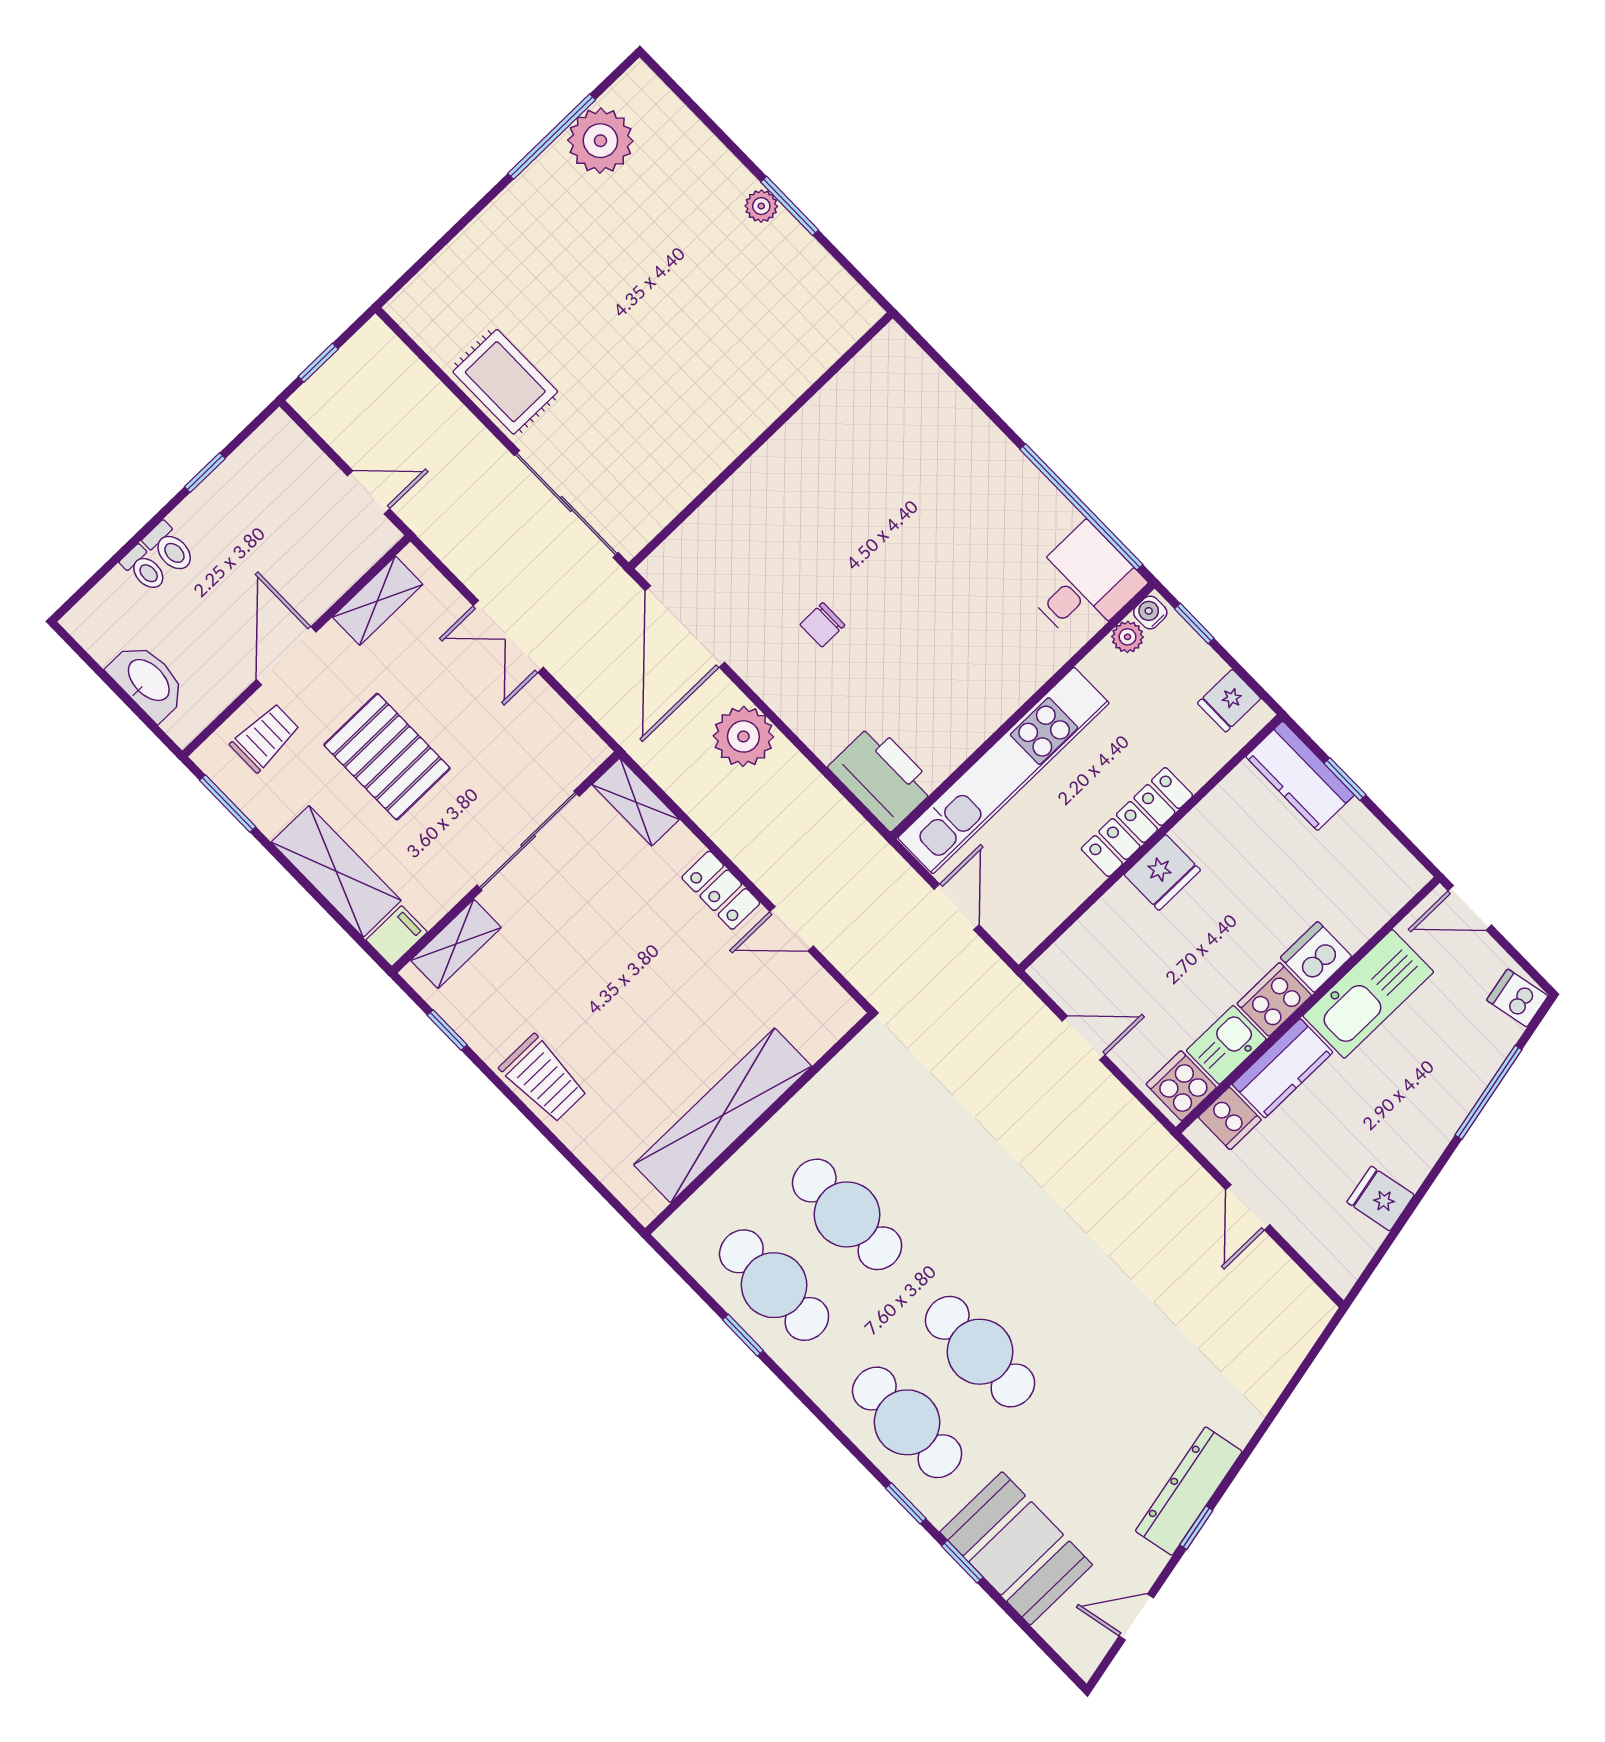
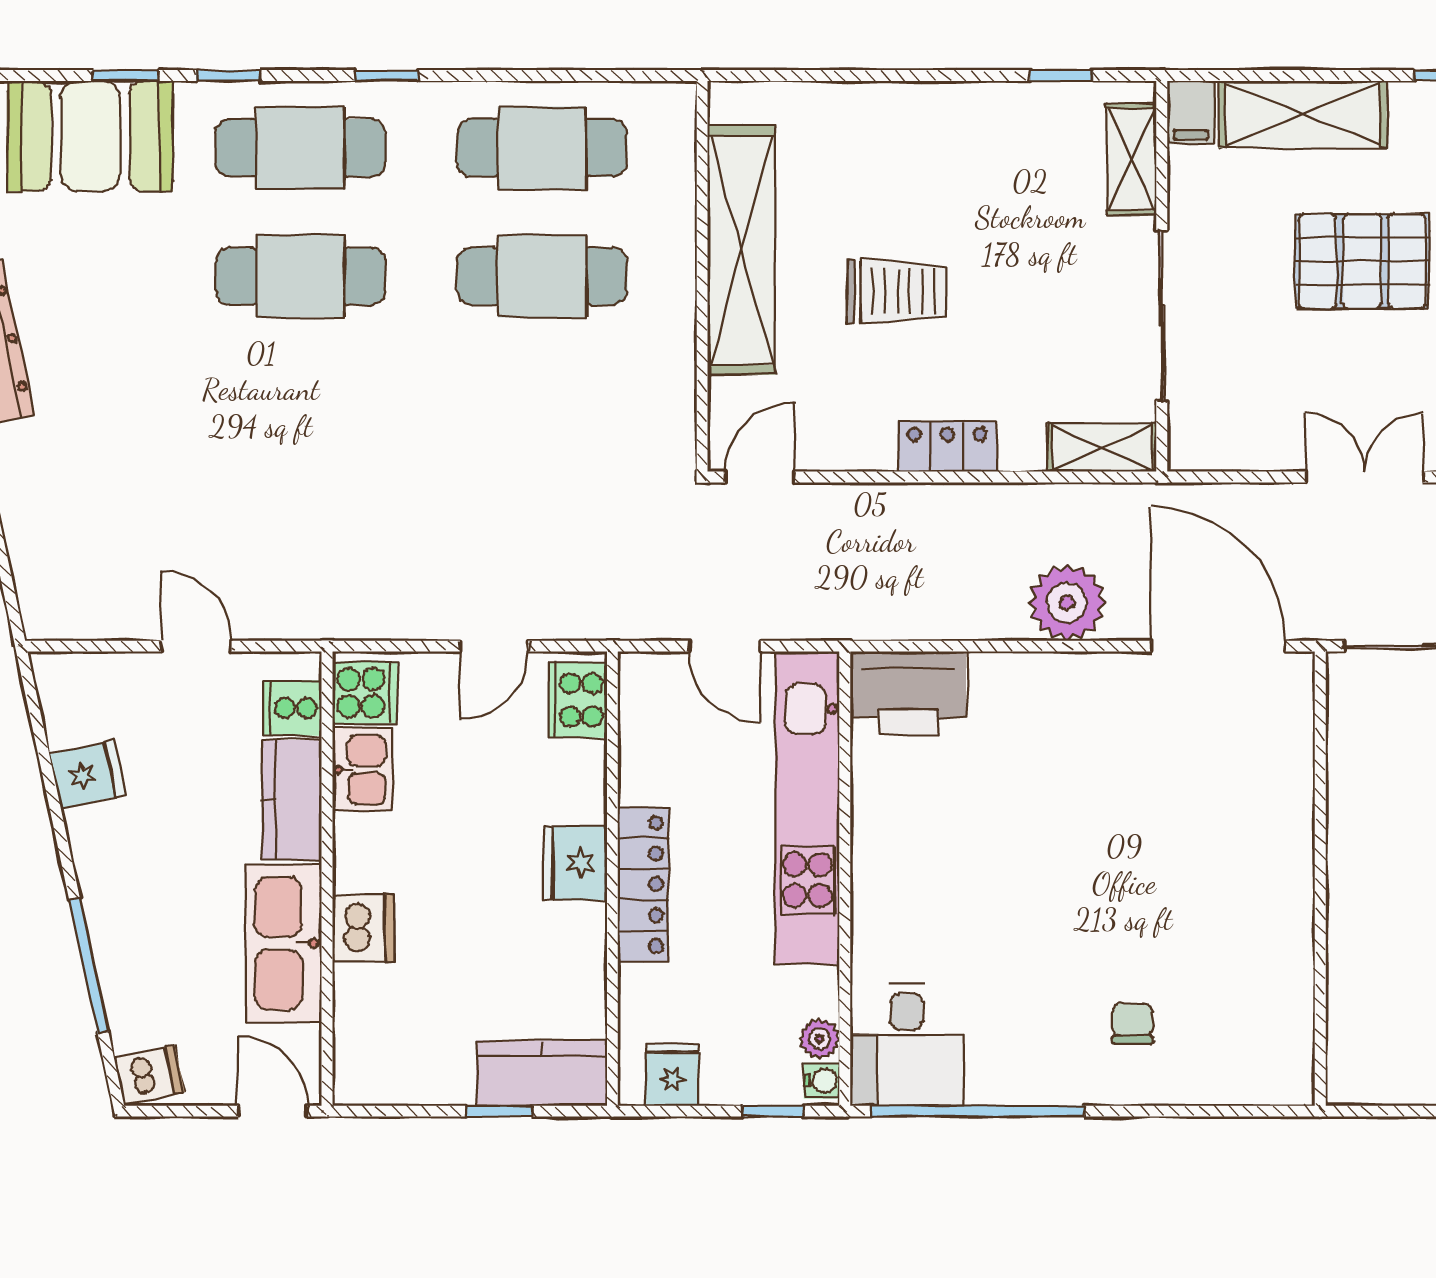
chair: (822, 625) -> (1132, 1023), moved
door: (1470, 908) -> (273, 1111), hinge flipped
door: (791, 929) -> (760, 477), moved
cooker: (1274, 999) -> (578, 700), moved, turned 180
trolley: (544, 1079) -> (897, 292), moved, turned 180
window: (743, 1335) -> (387, 75), moved

